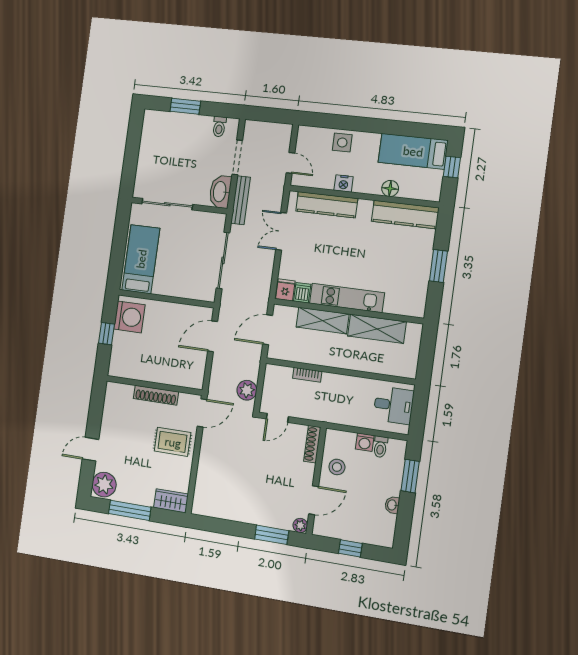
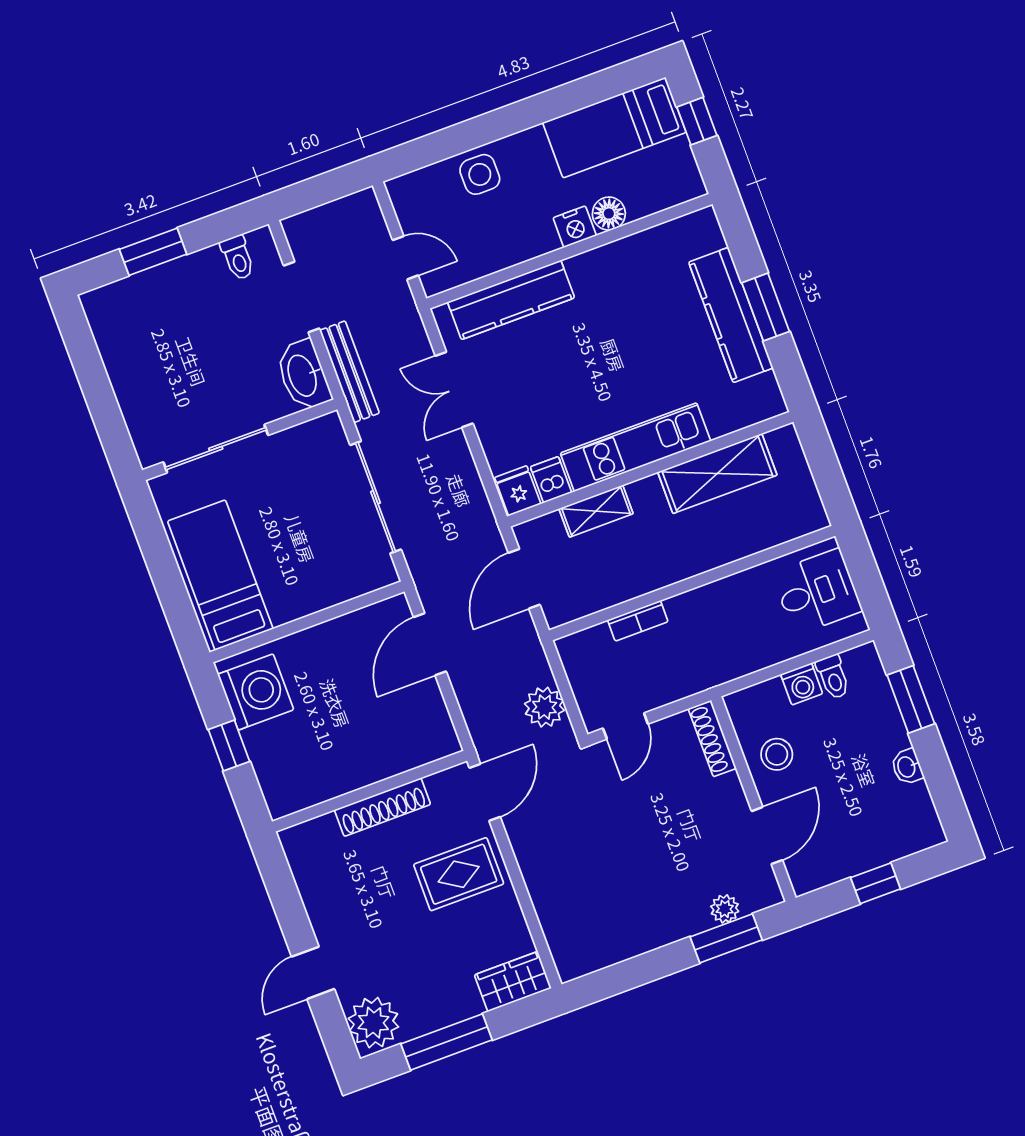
nightstand: (344, 183) -> (575, 227), moved
kitchen counter: (405, 215) -> (731, 315), moved, turned 90
shelving: (323, 321) -> (596, 511), width x0.67, depth x0.75
plant: (300, 525) -> (725, 909), moved

